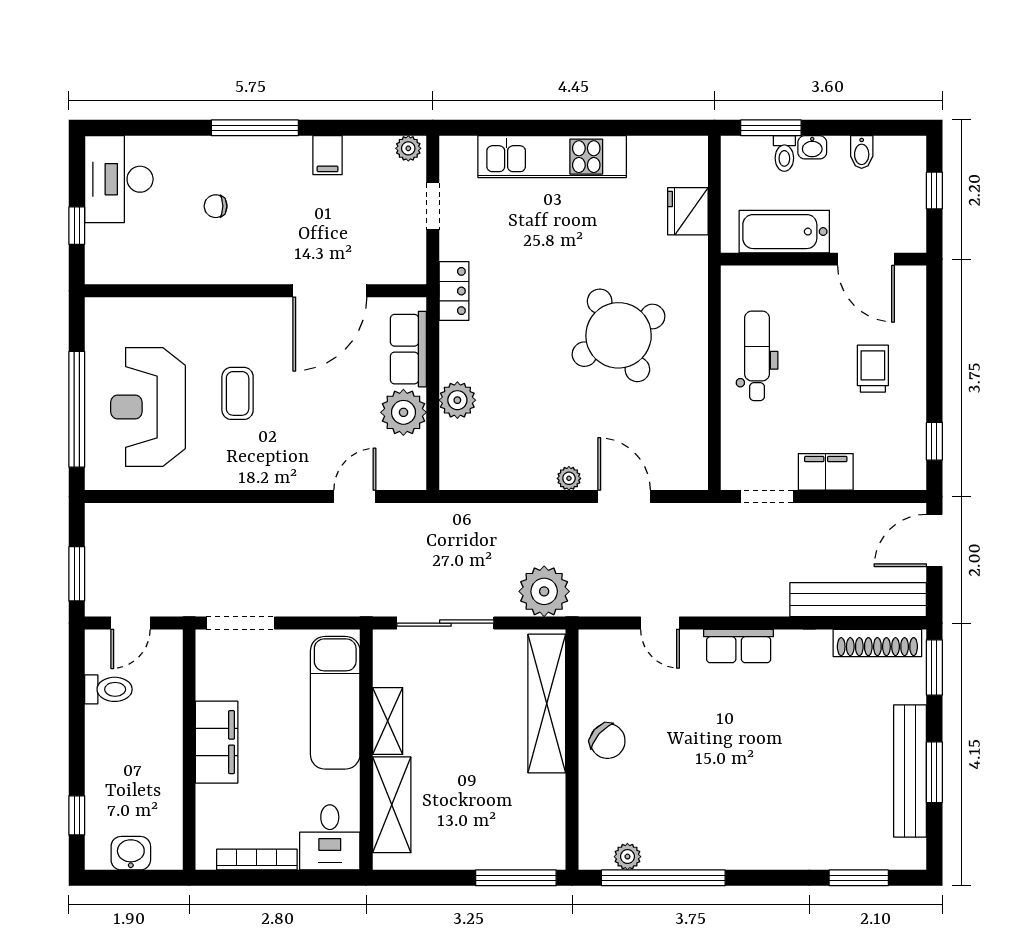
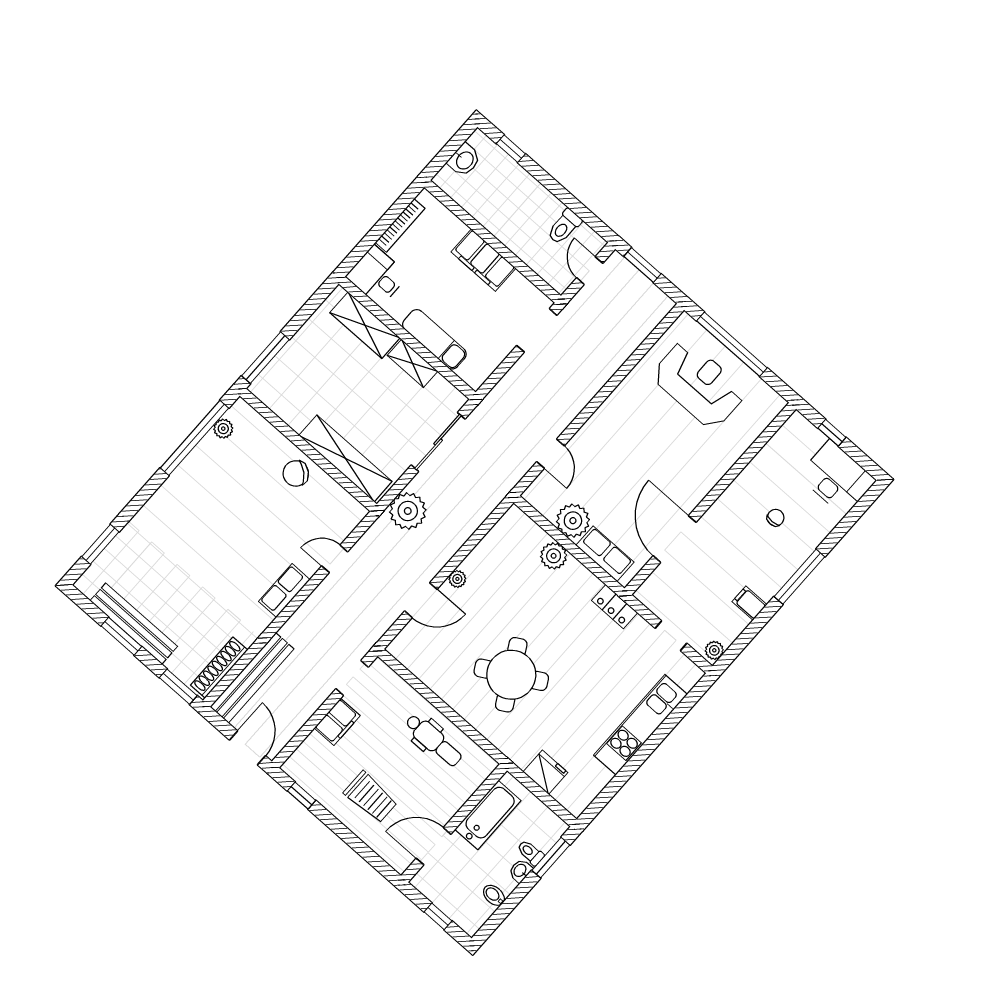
trolley: (873, 369) -> (371, 797), width x1.36, depth x1.39
coffee table: (238, 393) -> (663, 439), removed
exam couch: (335, 703) -> (434, 339), width x0.73, depth x0.69

